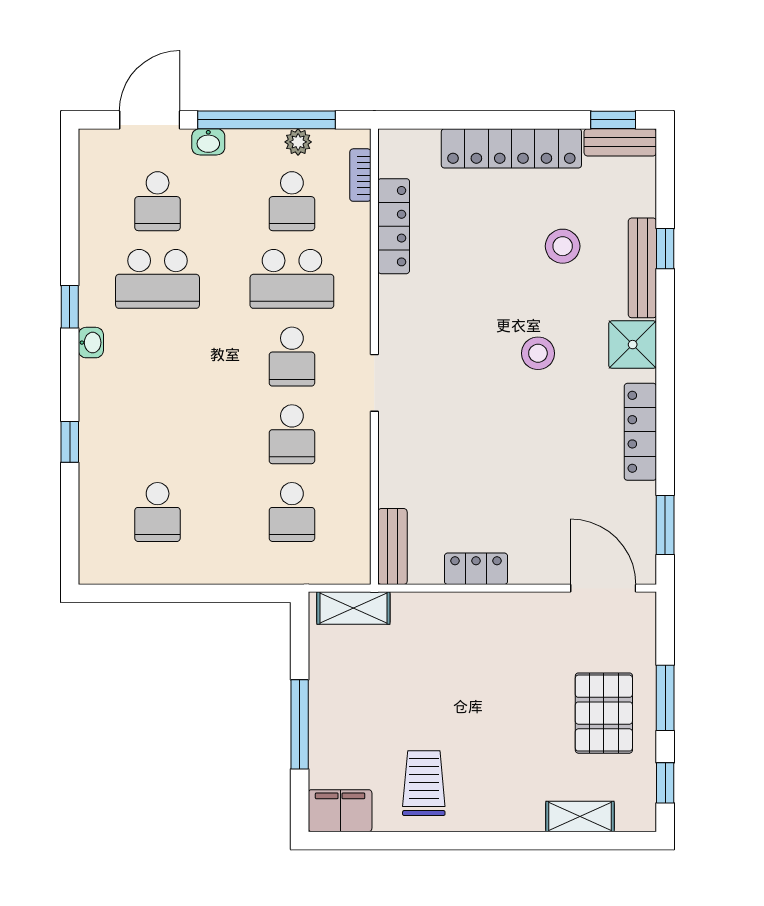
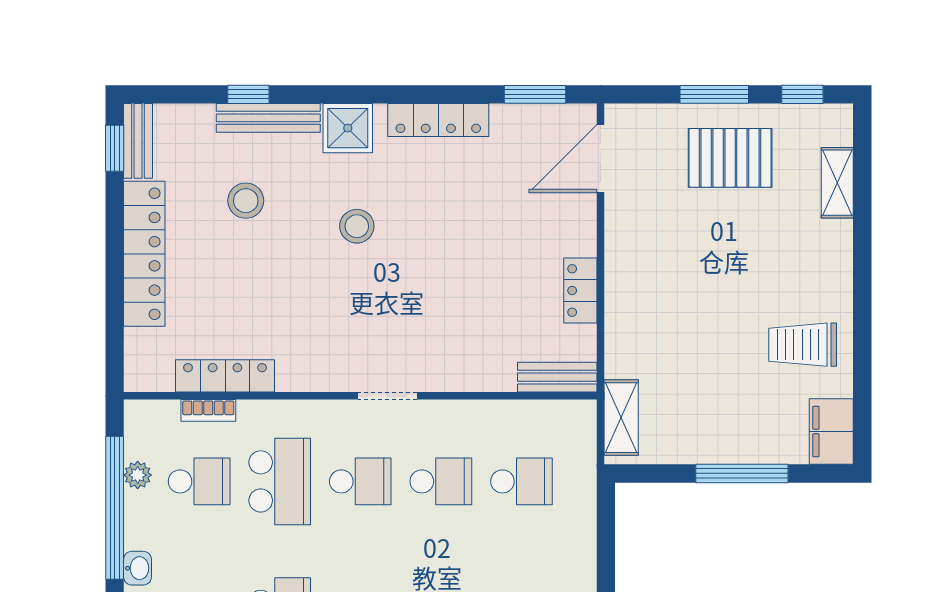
bookcase: (360, 175) -> (208, 410), moved

